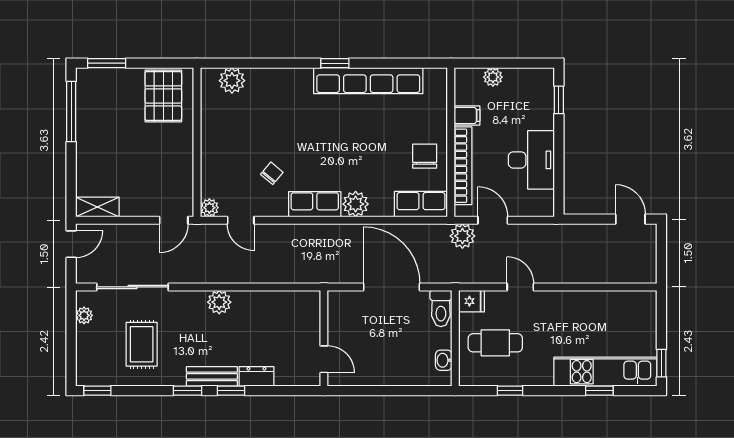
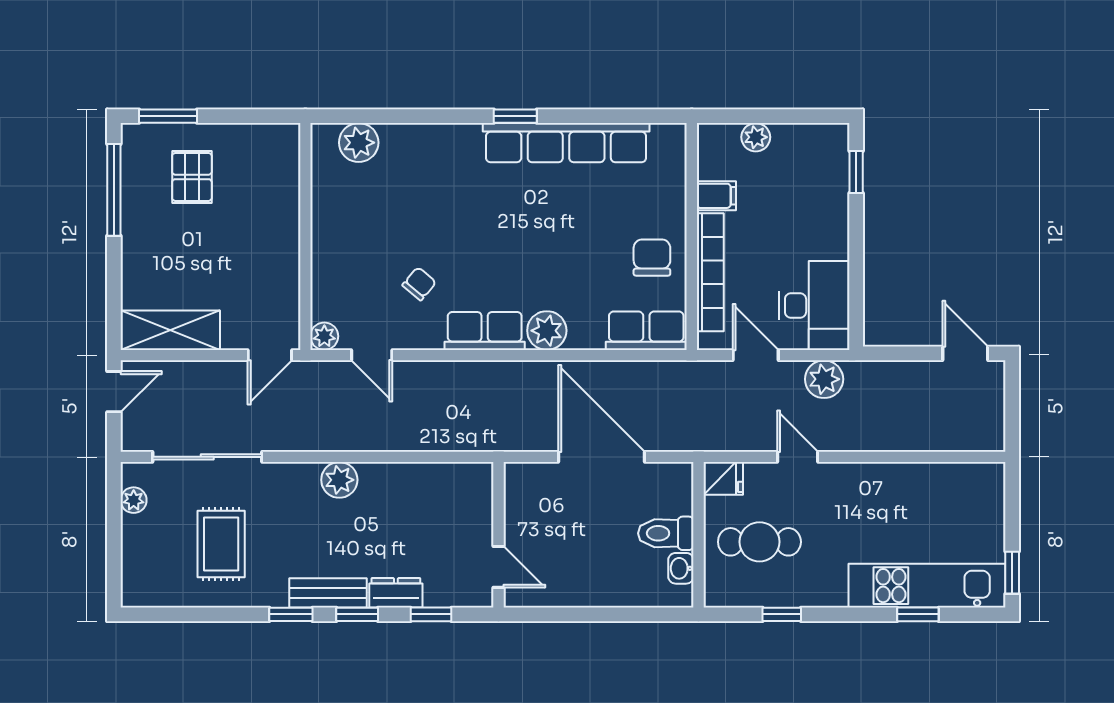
pallet: (163, 96) -> (192, 177), moved, width x0.67, depth x0.71
desk: (531, 160) -> (814, 306), moved
shelving: (97, 207) -> (170, 330), width x1.50, depth x1.33
plant: (462, 236) -> (824, 379), moved
toilet: (441, 309) -> (666, 533), moved, turned 90
window: (97, 391) -> (431, 614), moved

